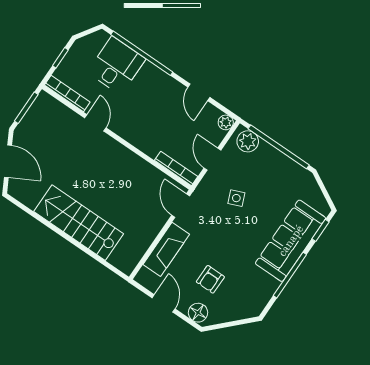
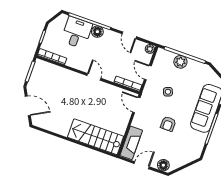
floor lamp: (150, 73) -> (97, 32), added
door: (95, 123) -> (94, 77), moved
plant: (248, 141) -> (180, 62), moved
stairs: (79, 223) -> (96, 137), moved
fireplace: (166, 249) -> (131, 143), moved
armchair: (210, 279) -> (168, 124), moved
door: (164, 303) -> (142, 165), hinge flipped

